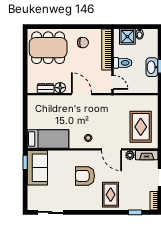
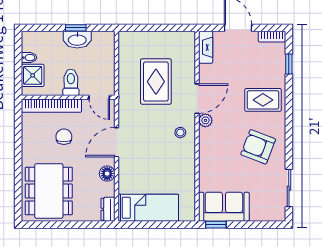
chair: (83, 43) -> (64, 137), moved
door: (112, 82) -> (99, 97), swing flipped
dresser: (46, 88) -> (108, 209), moved
rug: (141, 127) -> (156, 82), moved, turned 90
bed: (48, 139) -> (148, 208), moved, turned 90
plant: (130, 155) -> (205, 120), moved
armchair: (85, 176) -> (258, 147), moved, turned 111

